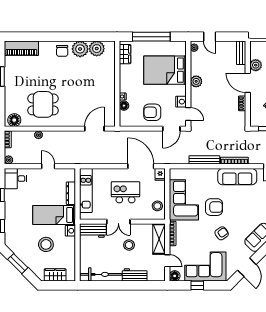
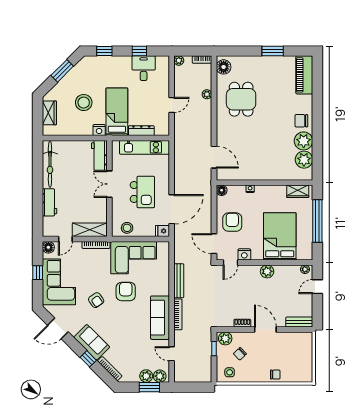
plant: (256, 65) -> (225, 338), moved
door: (248, 83) -> (265, 330), hinge flipped
floor lamp: (124, 106) -> (222, 190), moved
desk: (15, 179) -> (144, 68), moved
armchair: (214, 207) -> (126, 291), turned 180
stool: (129, 245) -> (83, 196), removed

